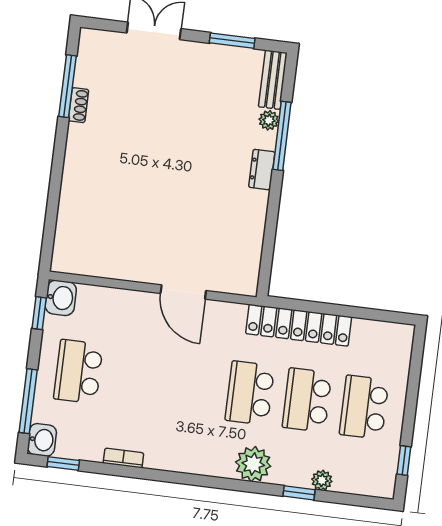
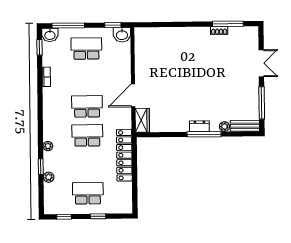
window: (232, 41) -> (262, 103), width x1.44
window: (282, 136) -> (204, 134), moved
wardrobe: (235, 281) -> (142, 120), added
window: (412, 393) -> (98, 216), added
school desk: (307, 400) -> (87, 106), moved
plant: (253, 464) -> (48, 146), width x0.53, depth x0.53

